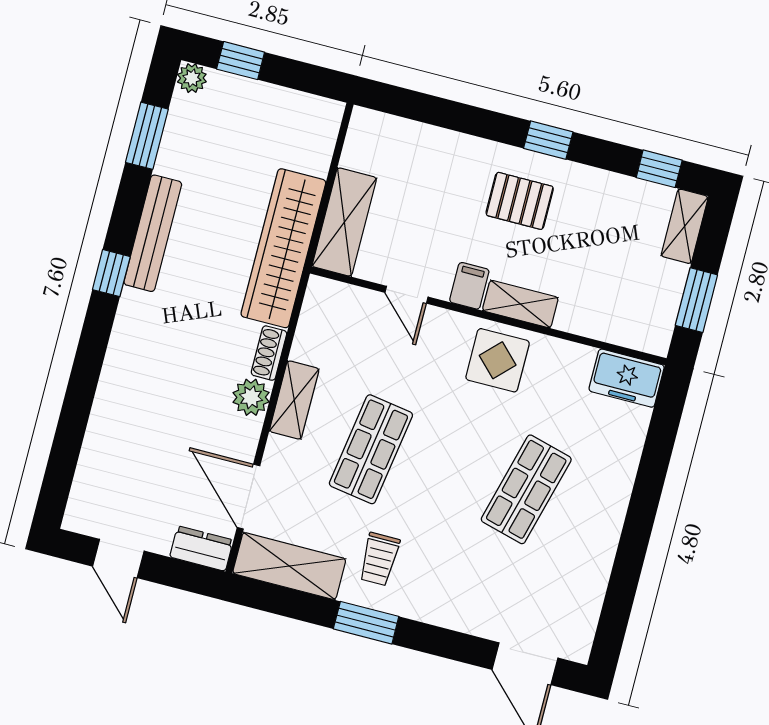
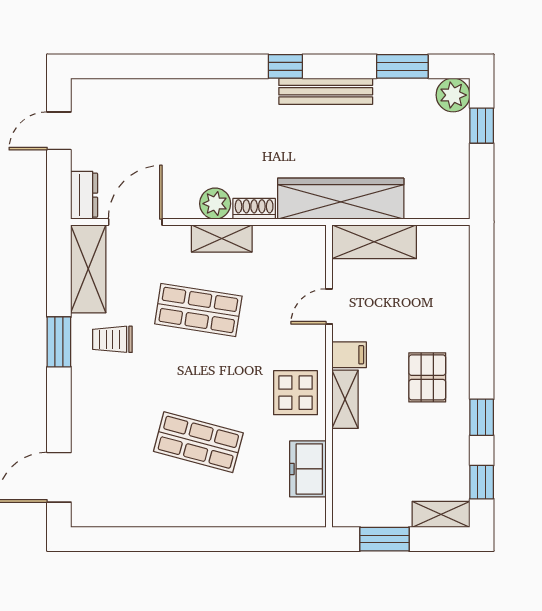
plant: (192, 78) -> (453, 95), width x1.38, depth x1.38
window: (548, 140) -> (482, 417), moved
freezer: (627, 378) -> (308, 469), moved

